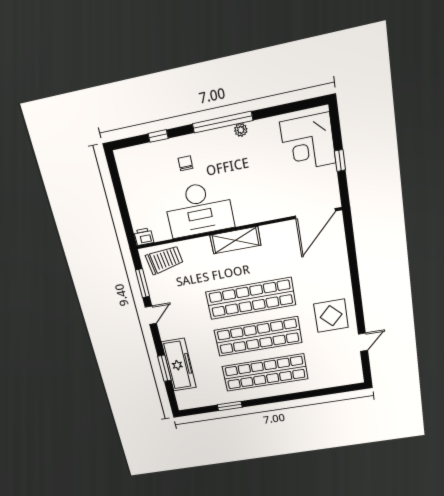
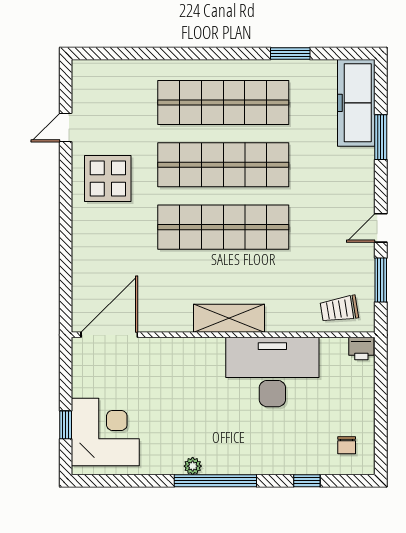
window: (340, 161) -> (66, 425), moved
chair: (185, 163) -> (347, 445), moved
trolley: (164, 260) -> (339, 309), width x0.73, depth x0.72
freezer: (179, 365) -> (356, 103), moved

